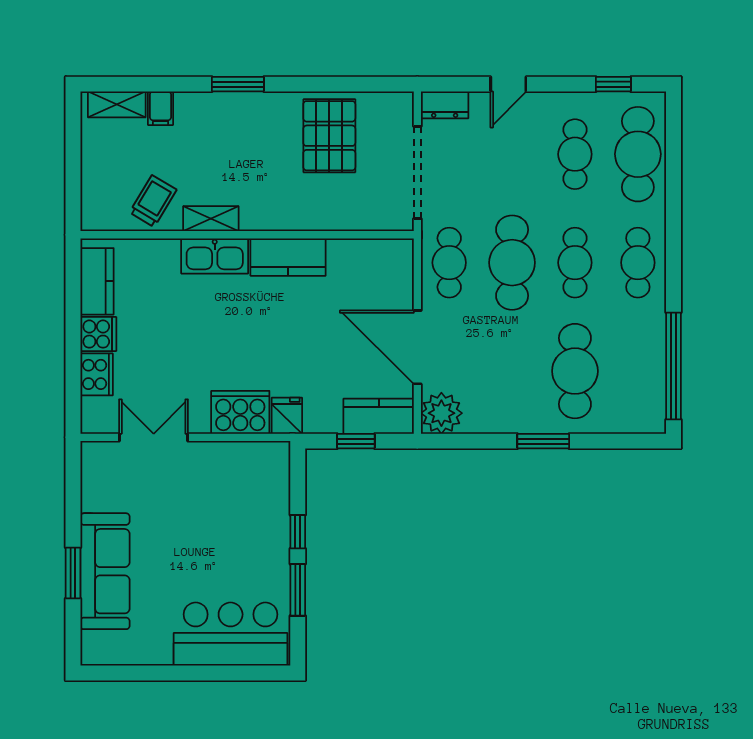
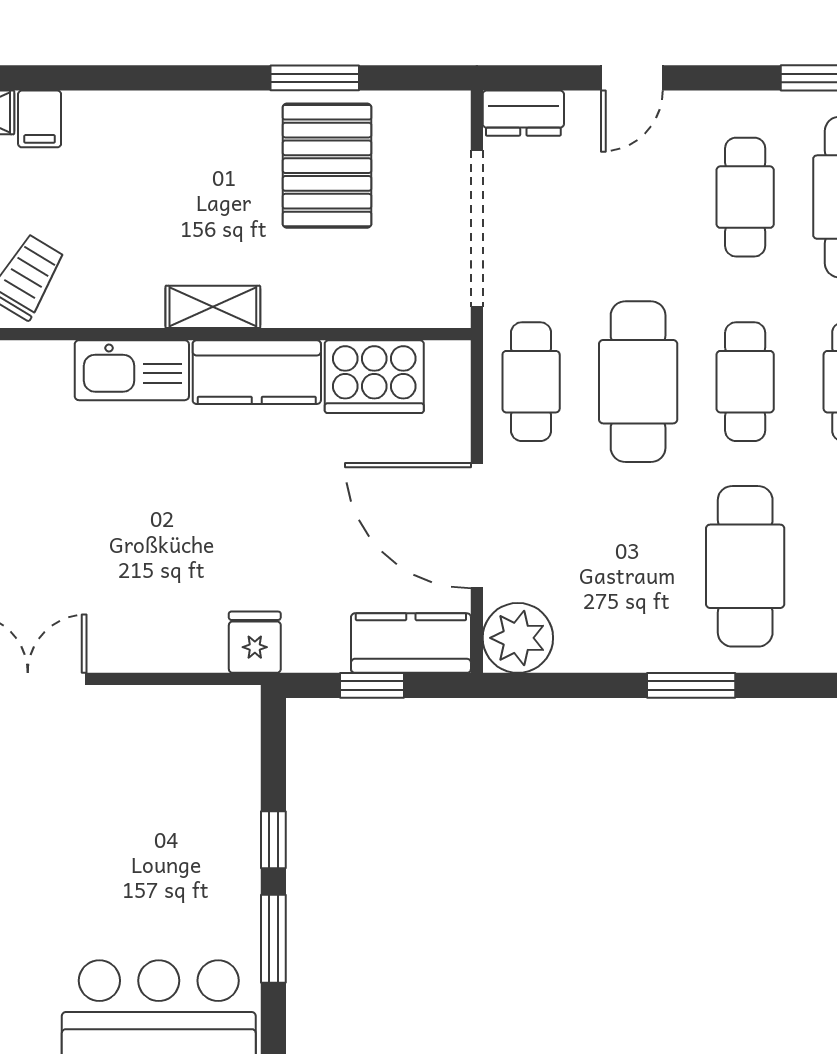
window: (238, 84) -> (315, 78), moved
shelving: (211, 219) -> (213, 307), moved
cooker: (240, 412) -> (374, 377), moved, turned 180

